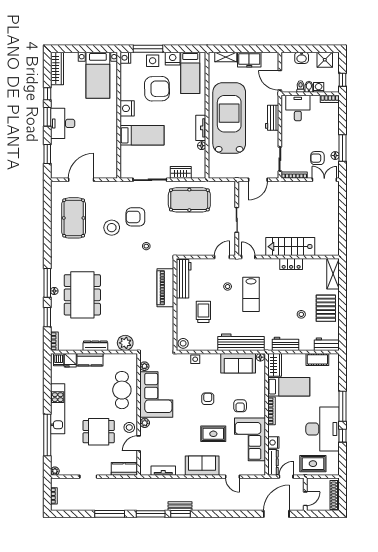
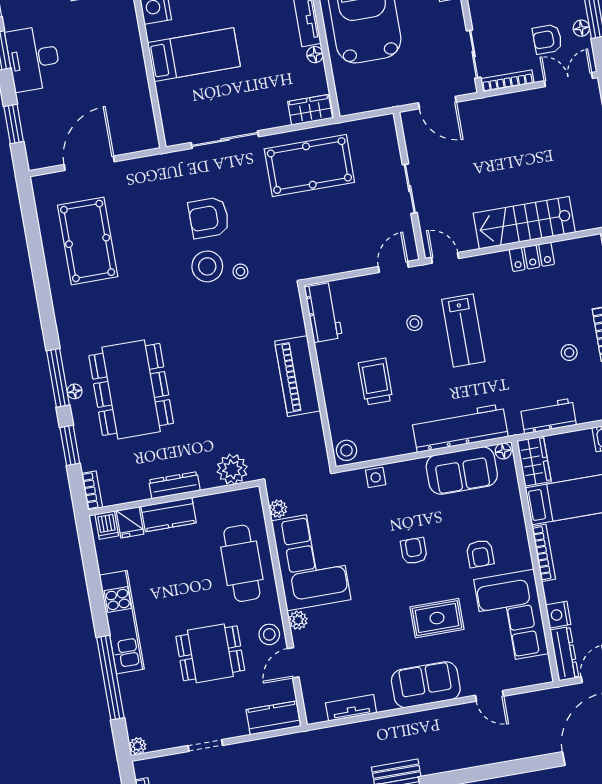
wardrobe: (181, 172) -> (310, 110), moved
door: (258, 180) -> (437, 102), hinge flipped
stool: (112, 228) -> (207, 266), moved
workbench: (184, 279) -> (323, 312), width x0.73
piano: (165, 288) -> (297, 376), moved

